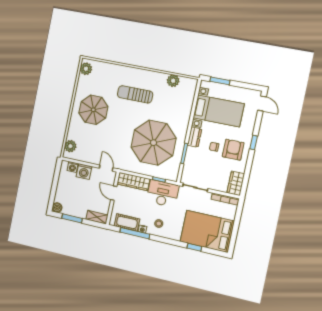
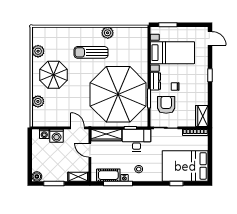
plant: (86, 69) -> (38, 51), moved
plant: (173, 81) -> (108, 33), moved
parasol: (153, 143) -> (118, 94), width x1.36, depth x1.36
plant: (70, 146) -> (38, 101), moved
armchair: (233, 150) -> (166, 105), moved

